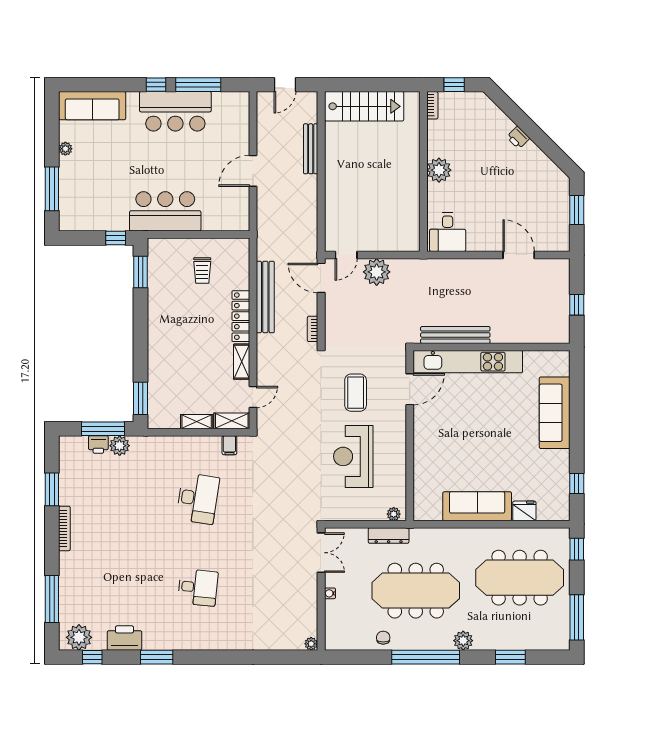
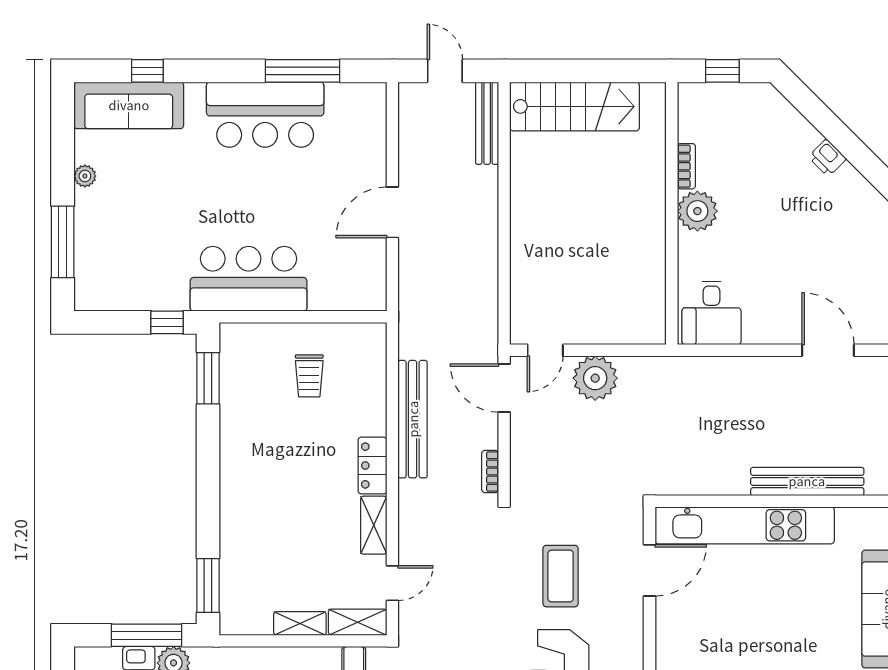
window: (156, 85) -> (147, 71), moved
door: (285, 85) -> (445, 71), swing flipped
bookcase: (432, 105) -> (686, 166), moved
bench: (311, 149) -> (487, 123), moved
locker: (241, 316) -> (372, 466), width x0.66
bench: (455, 335) -> (807, 481), moved

